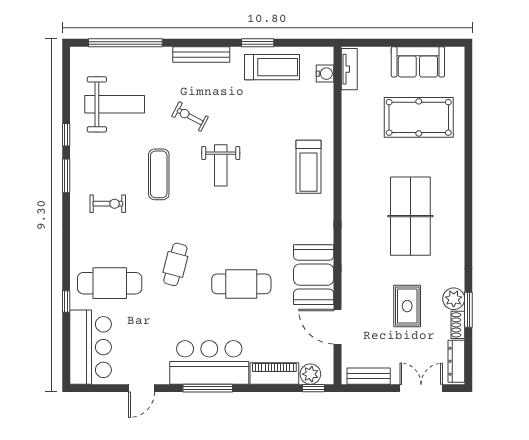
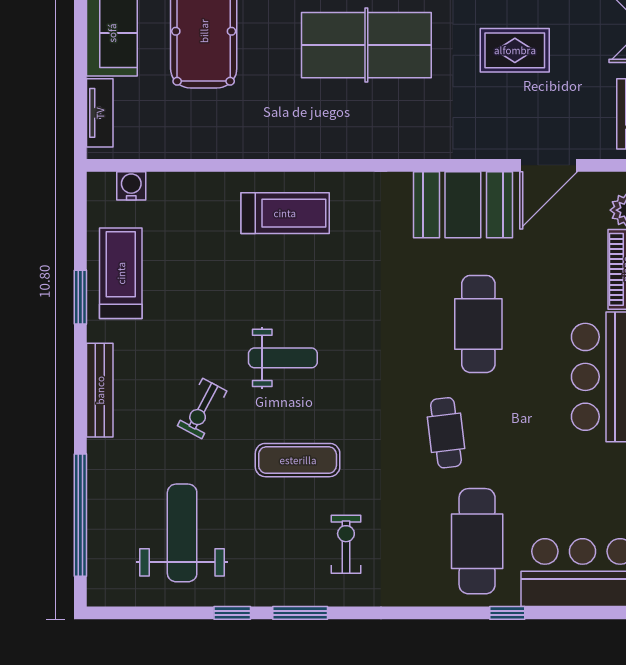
tv unit: (349, 69) -> (100, 113), moved, turned 90
cafe table: (175, 264) -> (446, 433), turned 68

